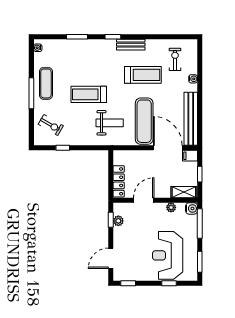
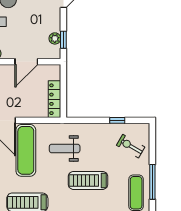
treadmill: (89, 94) -> (88, 180), turned 180
locker: (119, 181) -> (55, 99), moved

